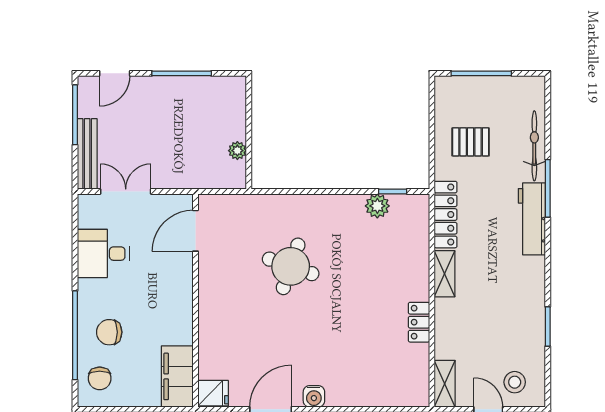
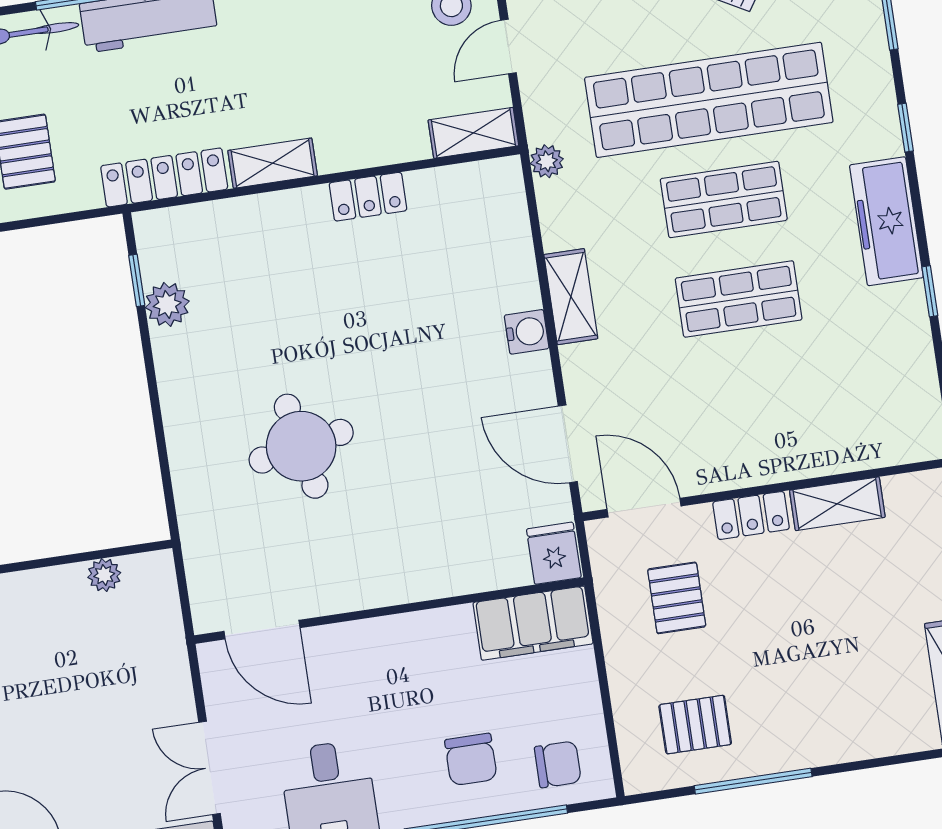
round table: (291, 266) -> (301, 446), turned -30
water cooler: (314, 396) -> (527, 332), moved

